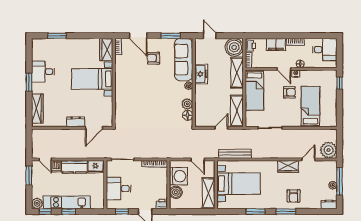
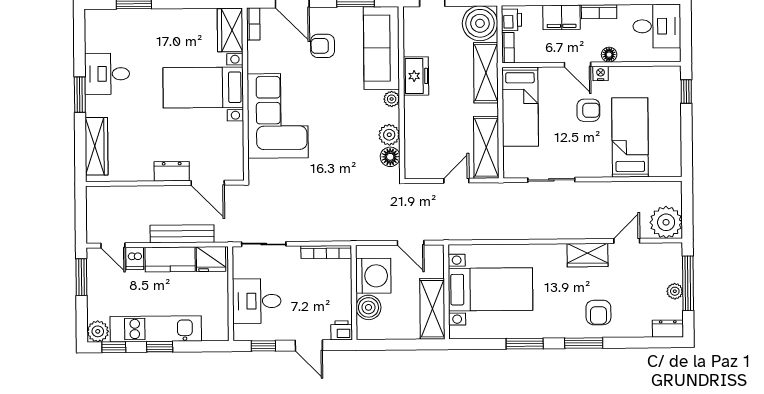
corner sofa: (130, 94) -> (278, 116), added
door: (94, 128) -> (208, 183), hinge flipped
bench: (235, 154) -> (182, 234), moved

